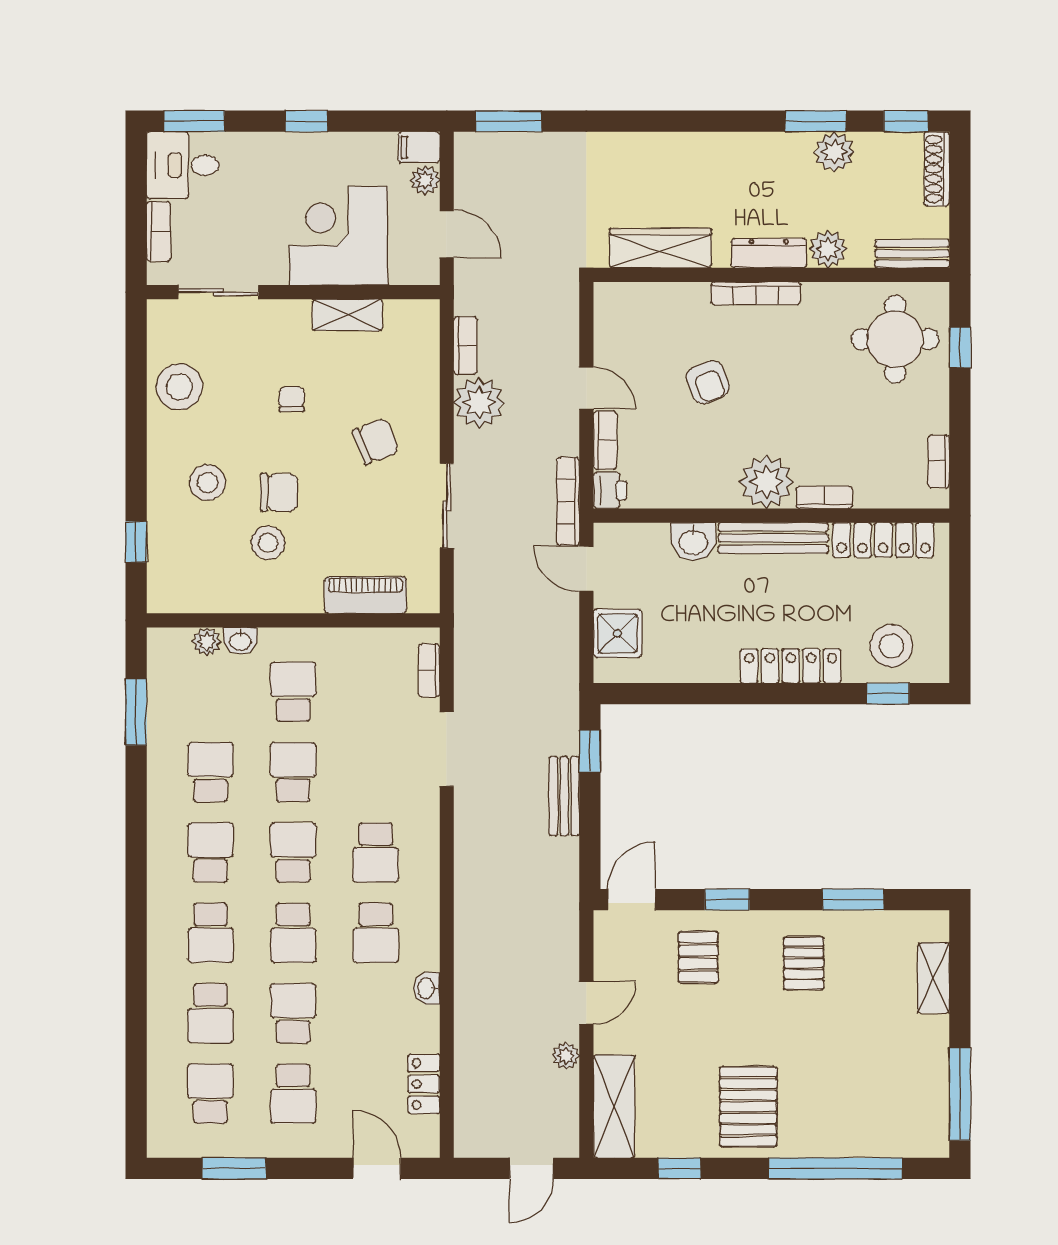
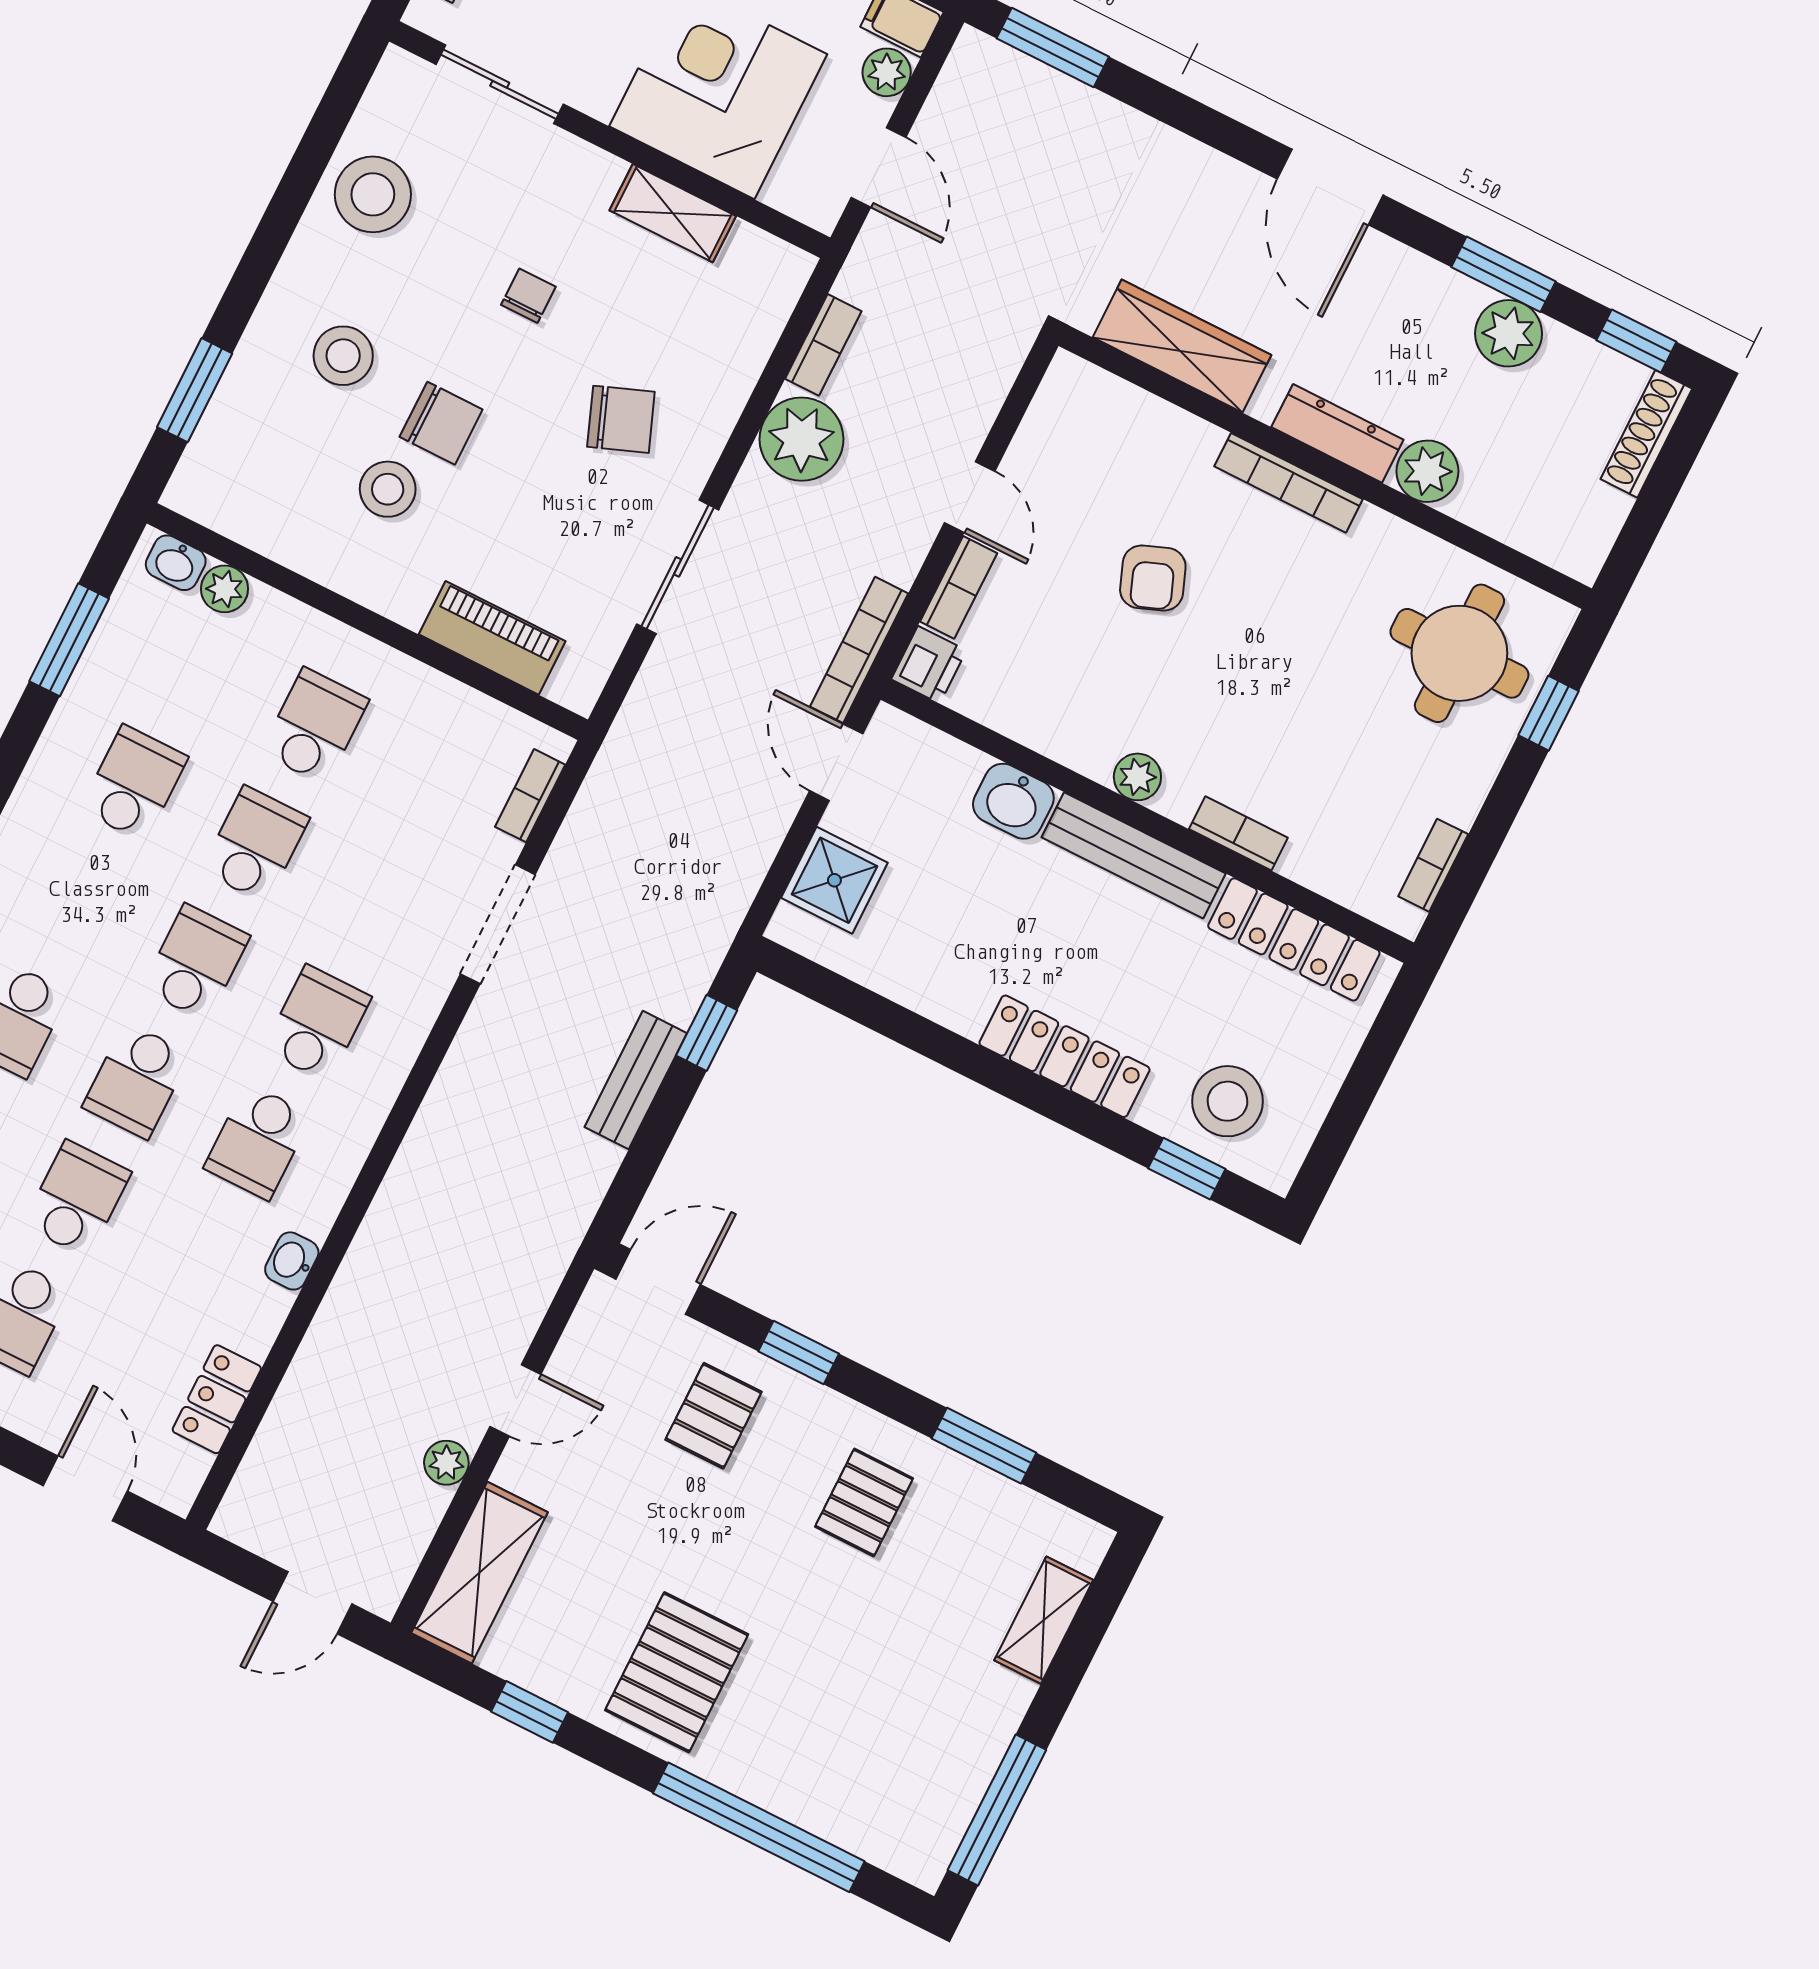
door: (697, 121) -> (1330, 187), added
bench: (912, 254) -> (1548, 540), removed
plant: (767, 482) -> (1137, 777), width x0.53, depth x0.53
window: (136, 542) -> (195, 390), width x1.50
washbasin: (240, 641) -> (176, 563), moved
school desk: (211, 852) -> (75, 901), removed
school desk: (376, 852) -> (317, 1024), turned 180

